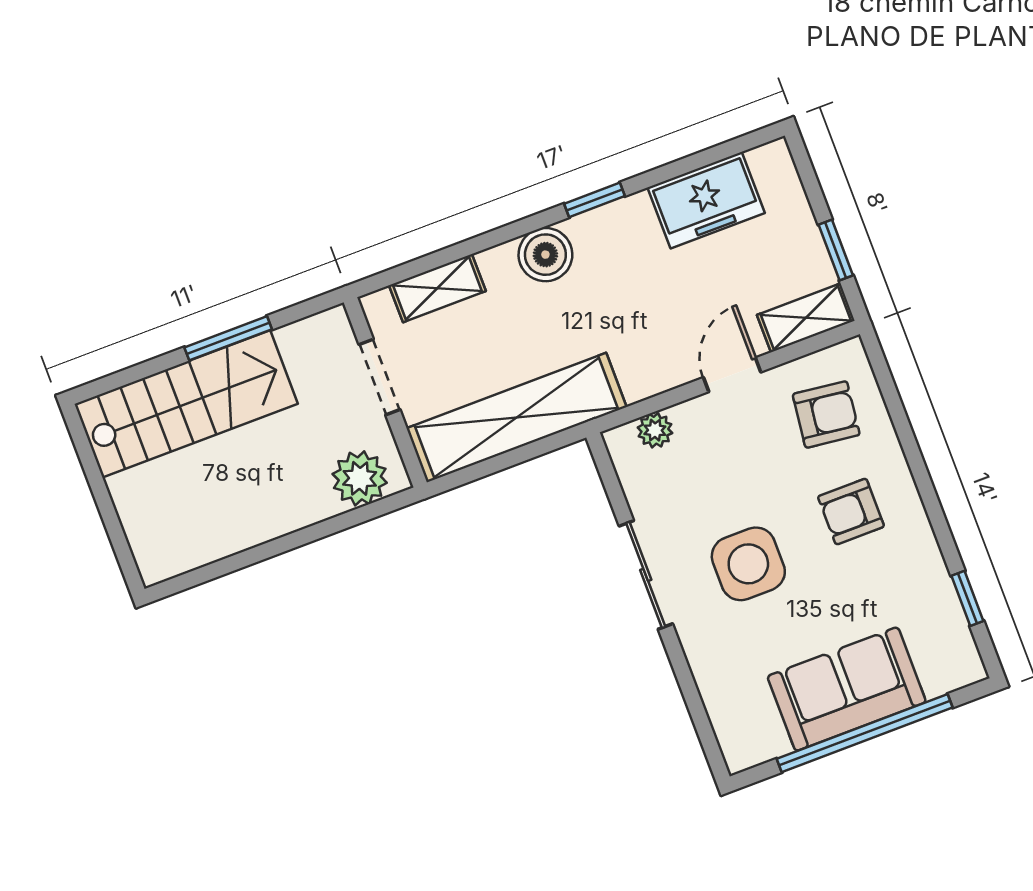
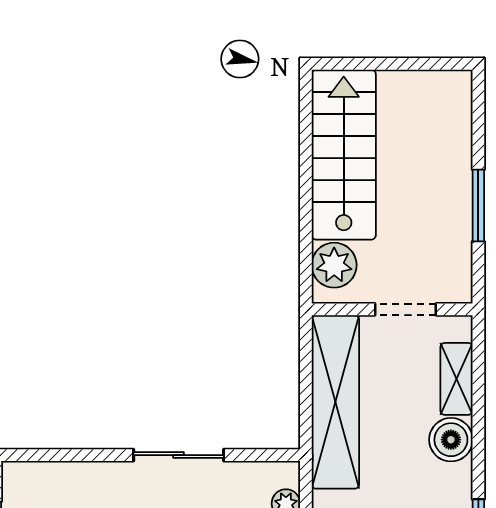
boiler: (545, 255) -> (451, 440), moved
stairs: (186, 404) -> (344, 155), moved, turned 180

